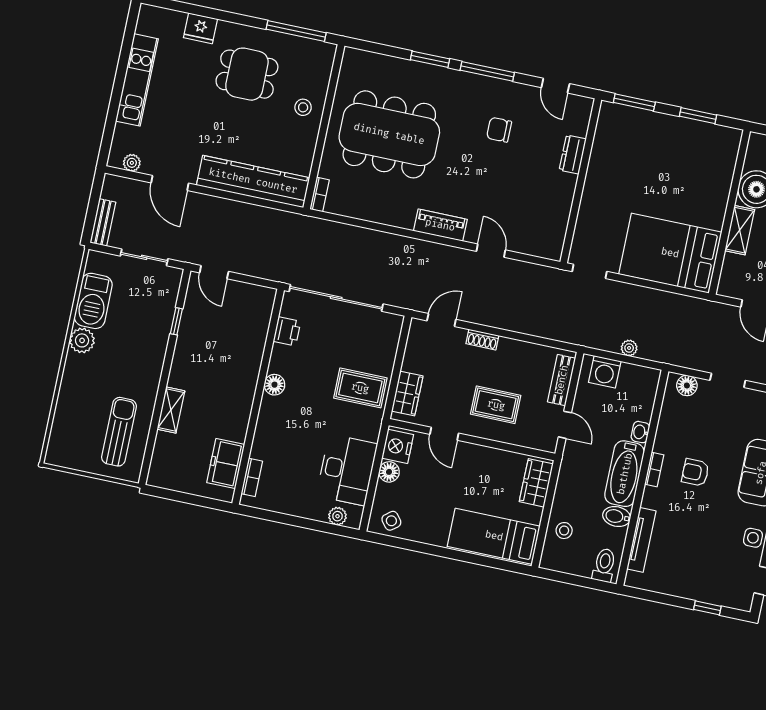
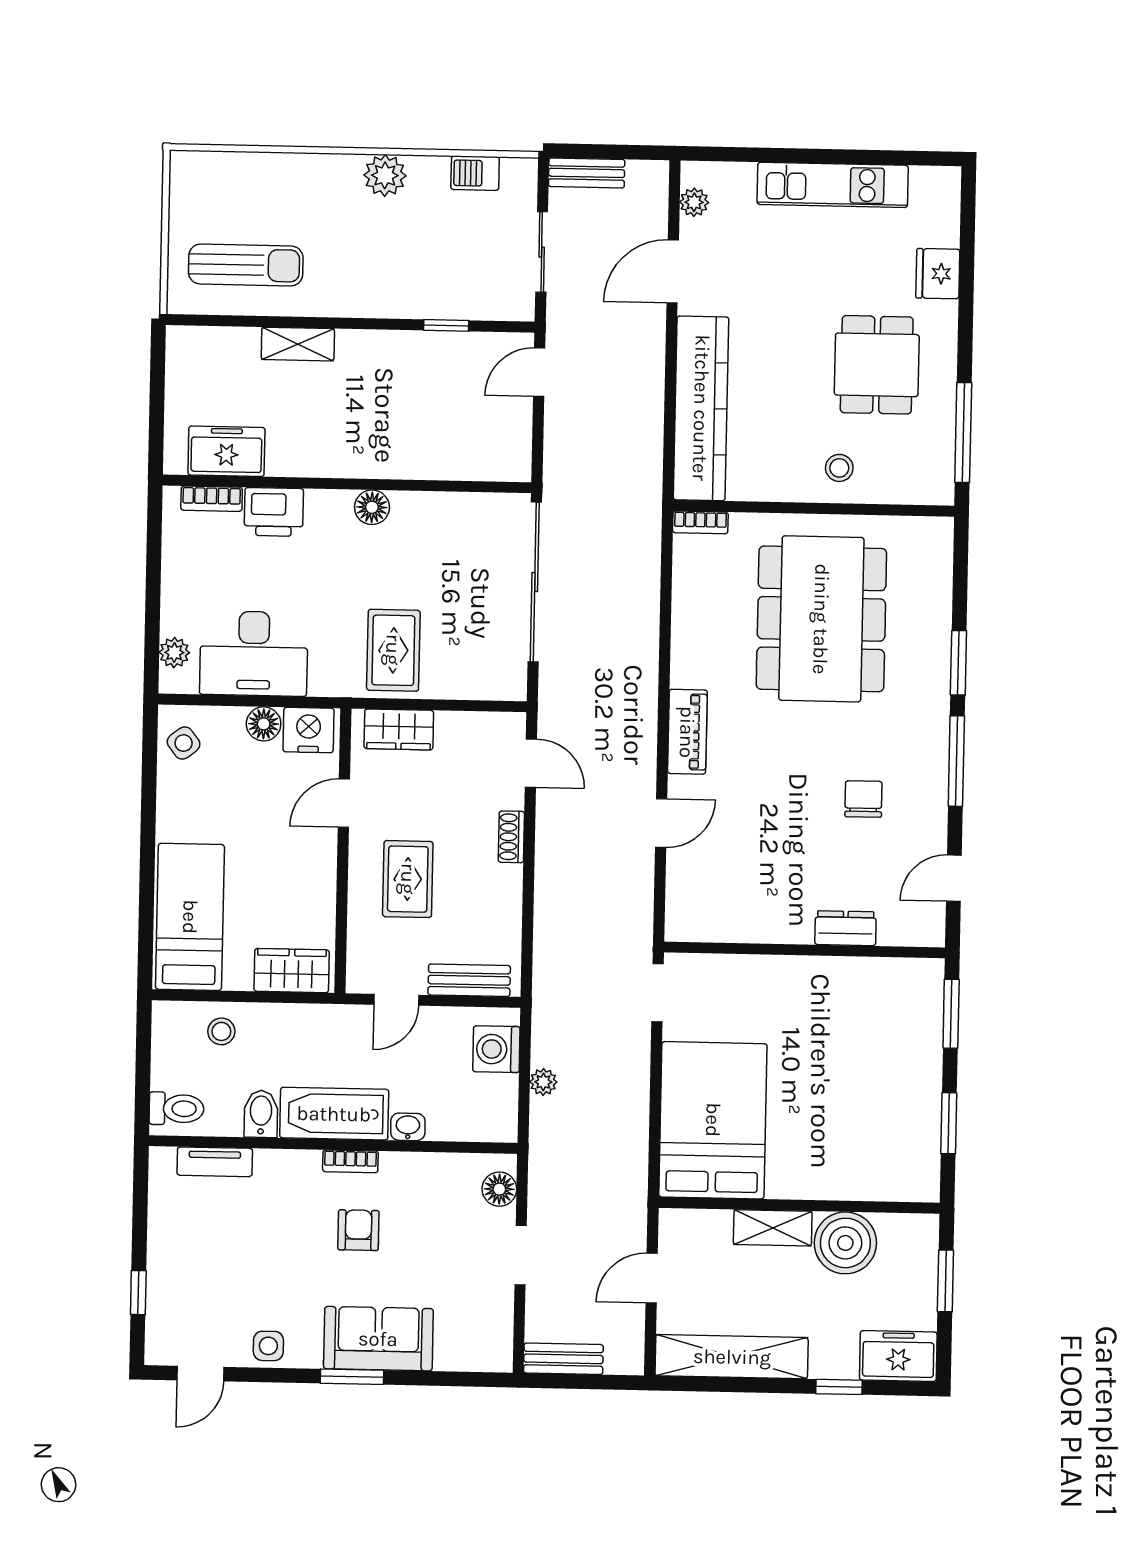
barbecue: (93, 301) -> (475, 173), width x0.53, depth x0.65
printer: (287, 331) -> (274, 512), moved, width x1.36, depth x1.24
tv unit: (641, 540) -> (215, 1162), width x0.71

